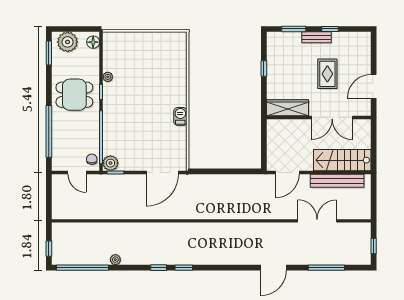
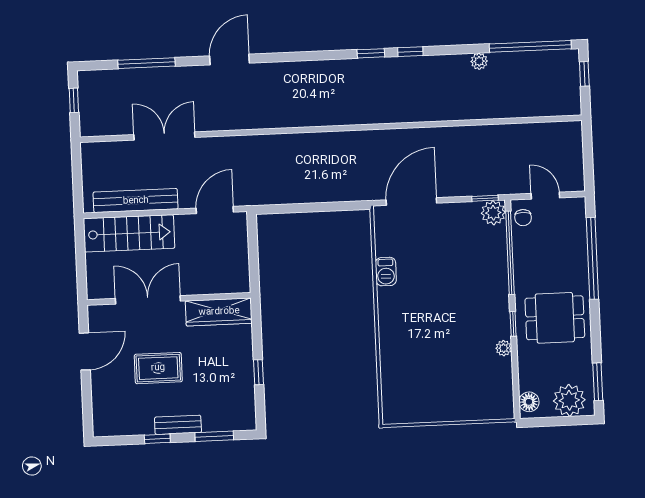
rug: (327, 74) -> (158, 368), turned 90
barbecue: (180, 116) -> (386, 272), moved
double door: (317, 221) -> (164, 136), swing flipped

